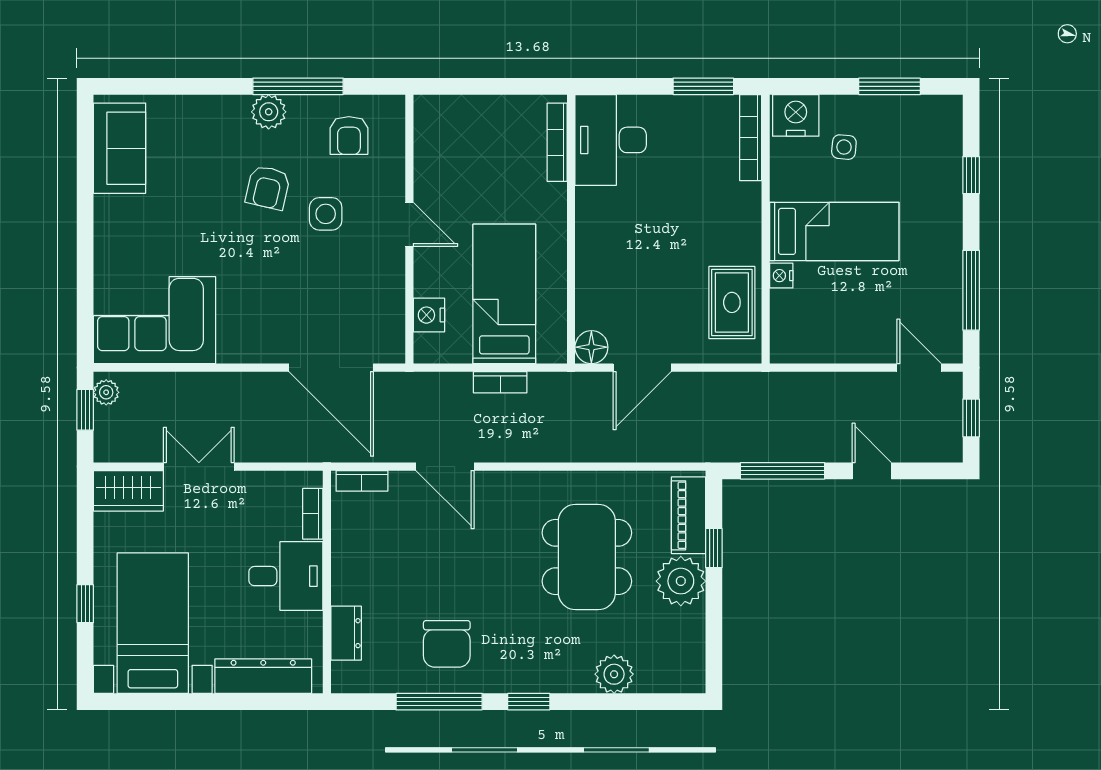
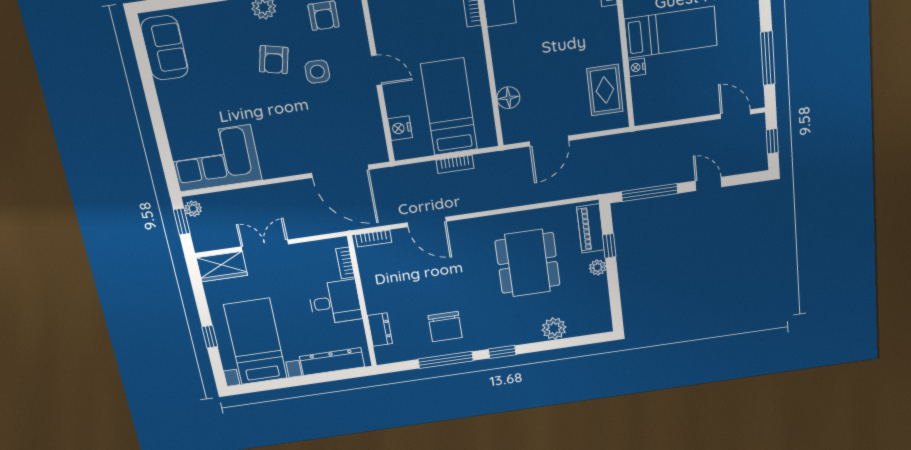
floor lamp: (591, 347) -> (508, 98), moved
plant: (681, 581) -> (598, 267), width x0.53, depth x0.53

